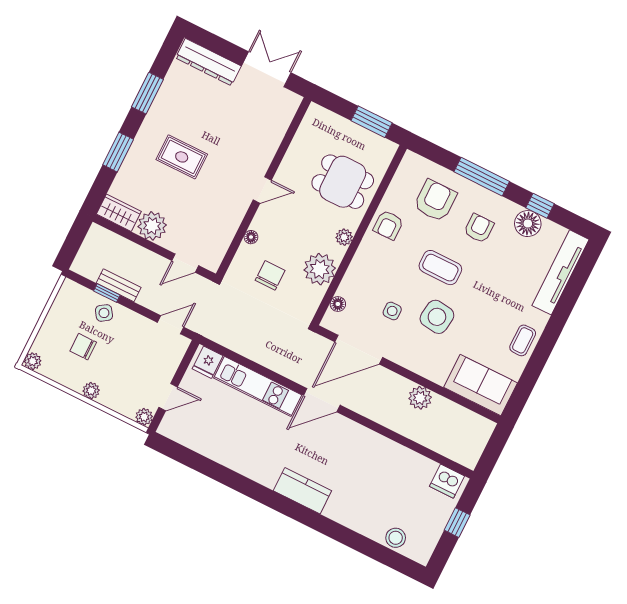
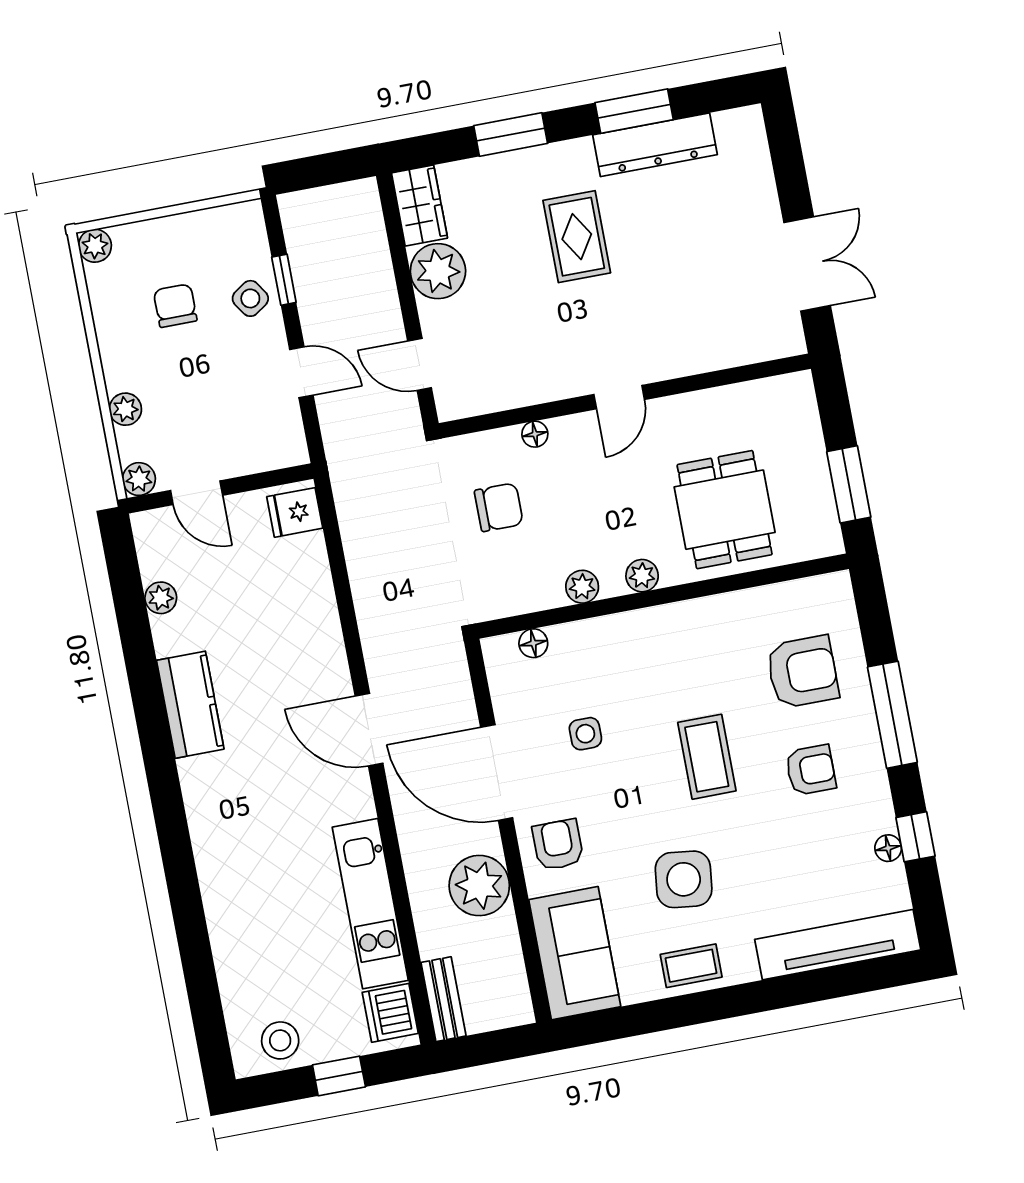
dresser: (208, 62) -> (655, 145), moved, turned -90
door: (262, 190) -> (619, 397), hinge flipped
floor lamp: (528, 224) -> (888, 848), width x0.53, depth x0.53
armchair: (388, 225) -> (558, 845), moved, turned 90
plant: (320, 269) -> (582, 587), width x0.53, depth x0.53
bench: (119, 285) -> (444, 999), moved
side table: (437, 317) -> (684, 879), moved
door: (171, 325) -> (301, 372), moved
door: (359, 350) -> (497, 773), moved
kitchen unit: (258, 386) -> (370, 904), moved
plant: (91, 391) -> (125, 409), moved
plant: (420, 398) -> (479, 886), width x1.36, depth x1.36
plant: (201, 445) -> (161, 598), added
kitchen counter: (302, 491) -> (190, 705), moved
stool: (396, 538) -> (280, 1040), moved

